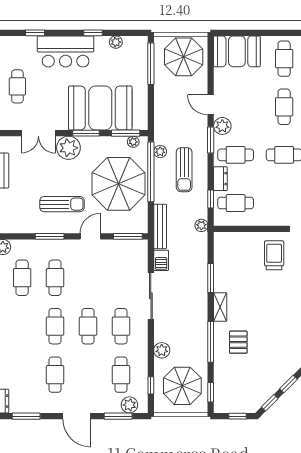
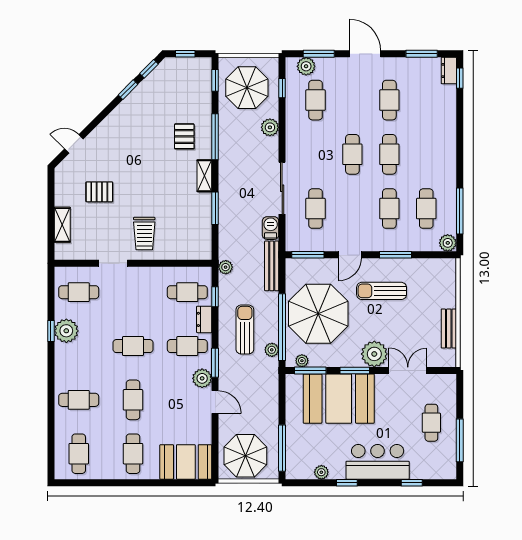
cafe table: (121, 326) -> (316, 209), moved

